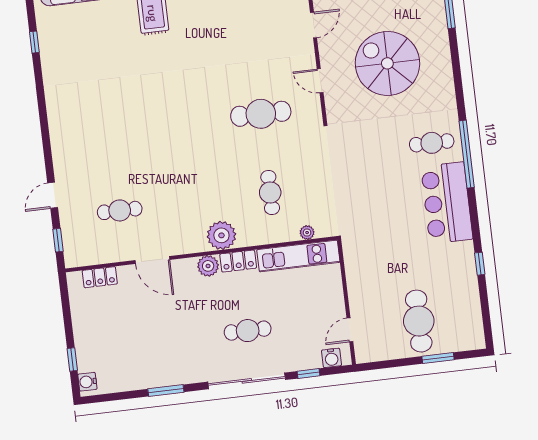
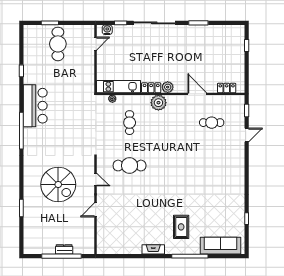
cafe table: (432, 143) -> (40, 139), removed
cafe table: (248, 331) -> (151, 50), removed
water cooler: (87, 382) -> (240, 33), removed

